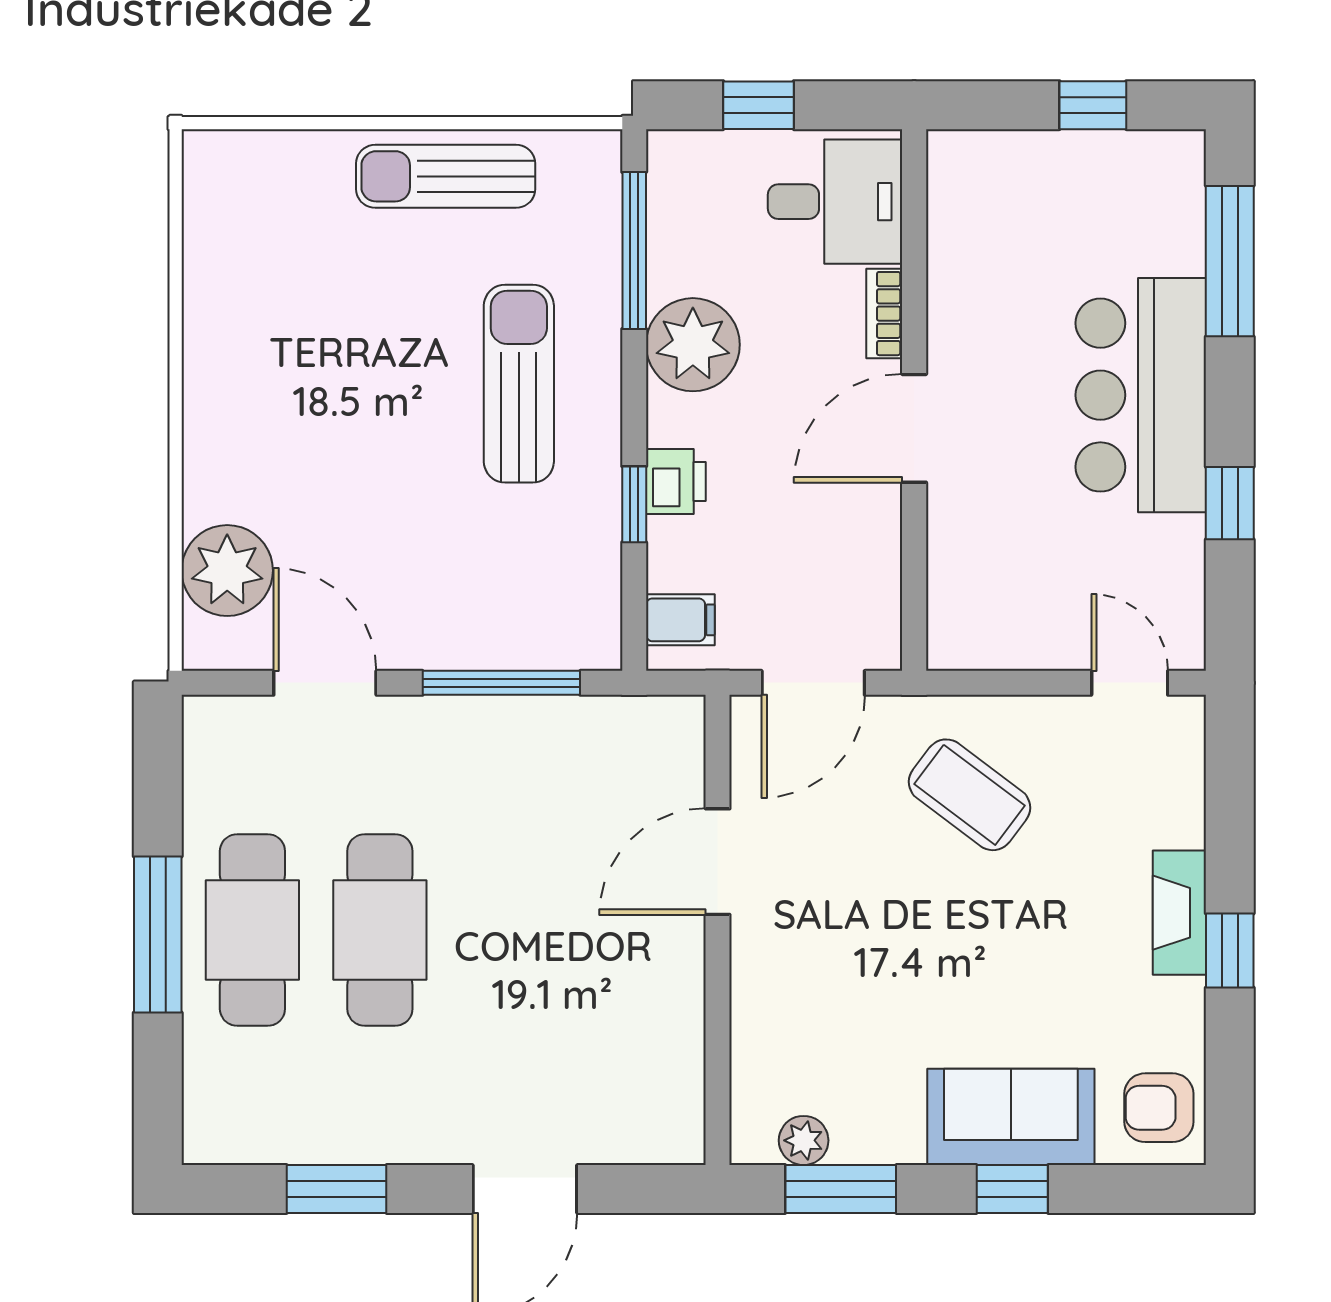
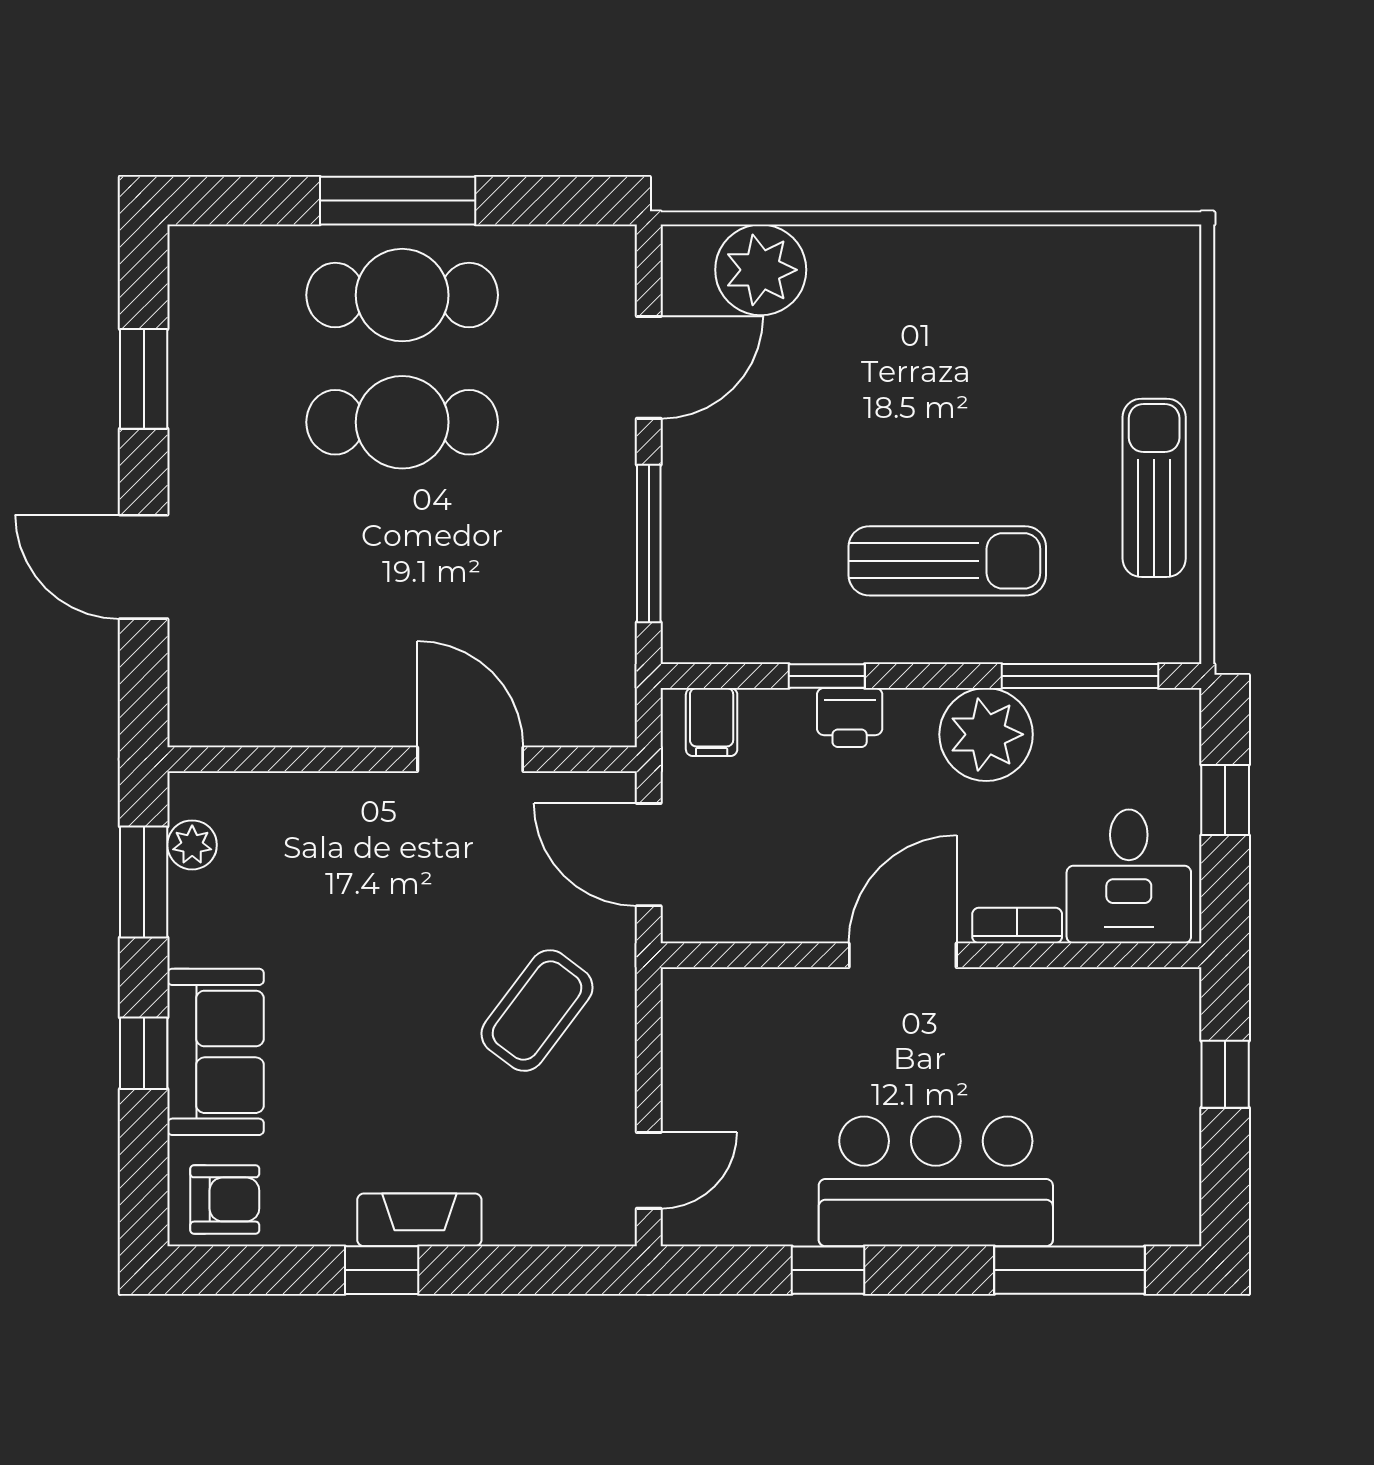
window: (1093, 105) -> (1225, 1074), moved
door: (914, 428) -> (903, 955), hinge flipped
armchair: (1159, 1108) -> (225, 1199), turned 90

